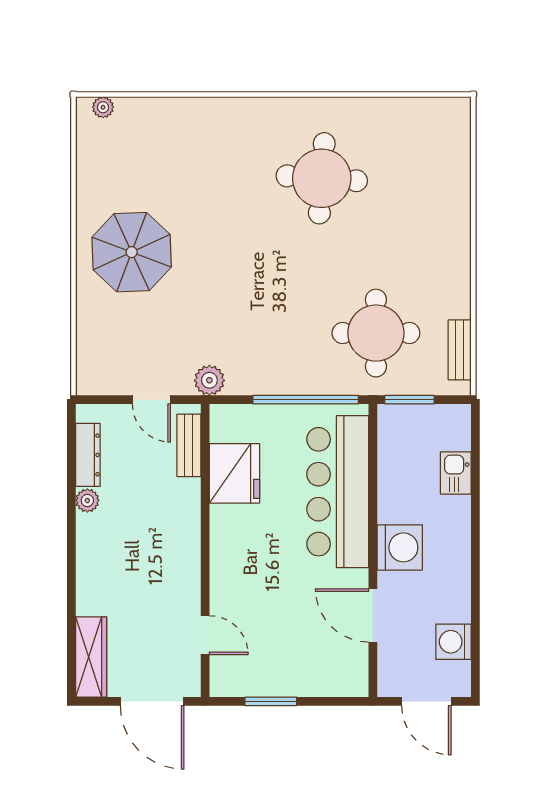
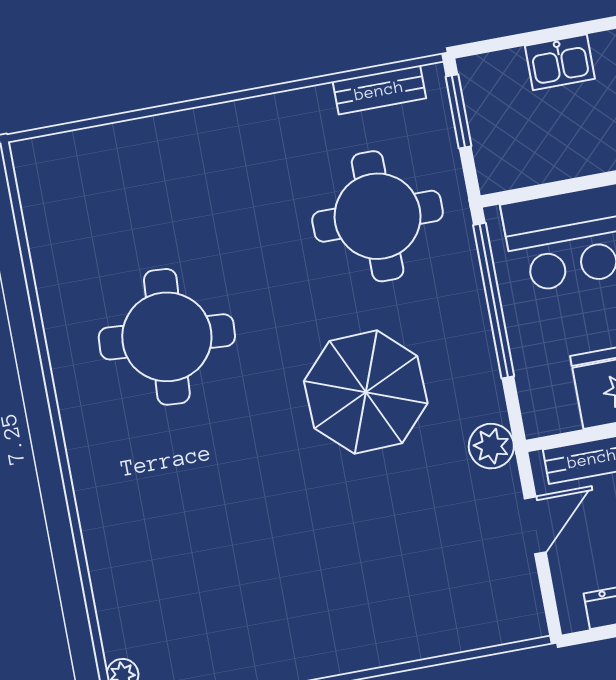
parasol: (132, 252) -> (366, 392), moved
window: (409, 400) -> (458, 111), moved

